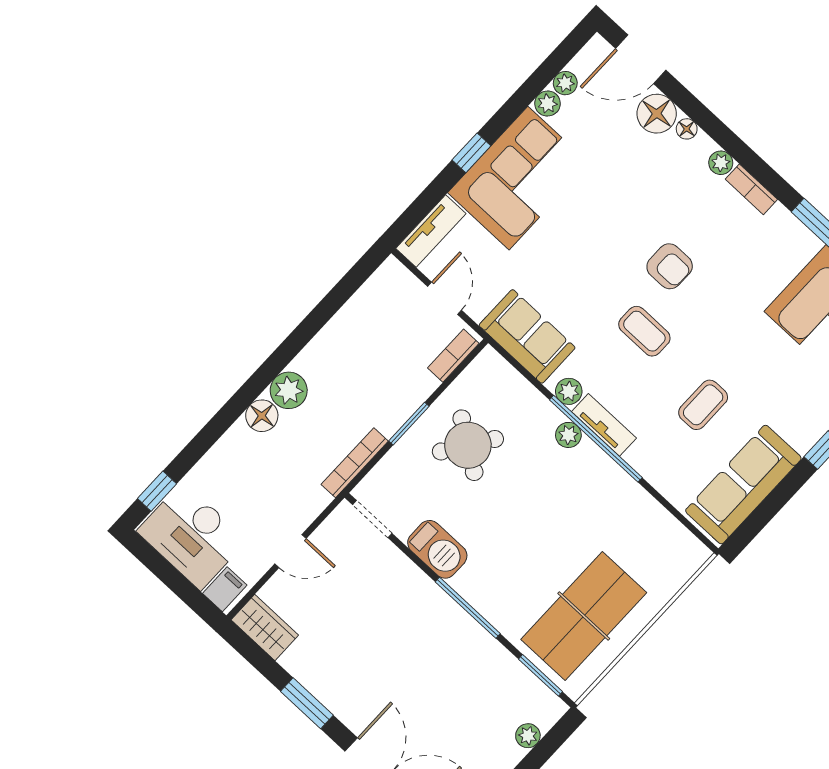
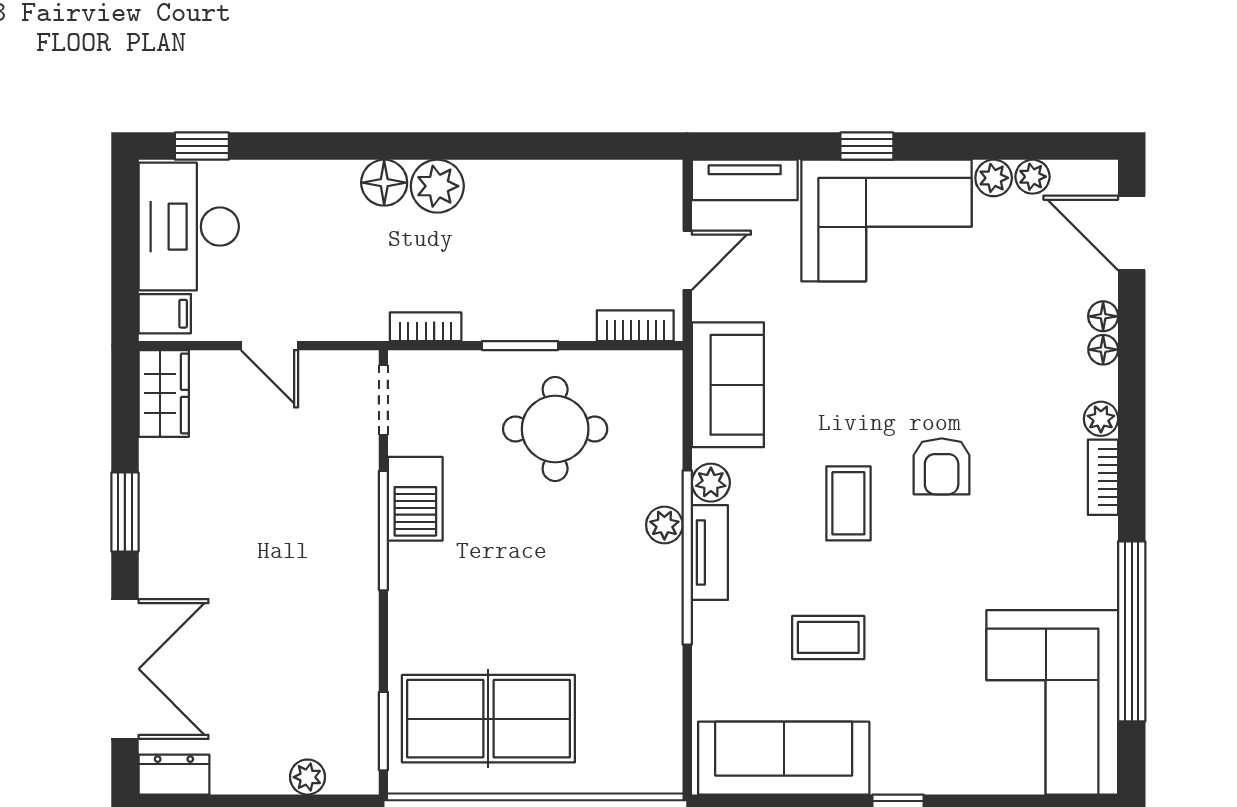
floor lamp: (657, 114) -> (1103, 316), width x0.53, depth x0.53
round table: (468, 445) -> (555, 429), turned -34
bookcase: (355, 463) -> (426, 327), width x0.64
window: (468, 608) -> (383, 531), moved

